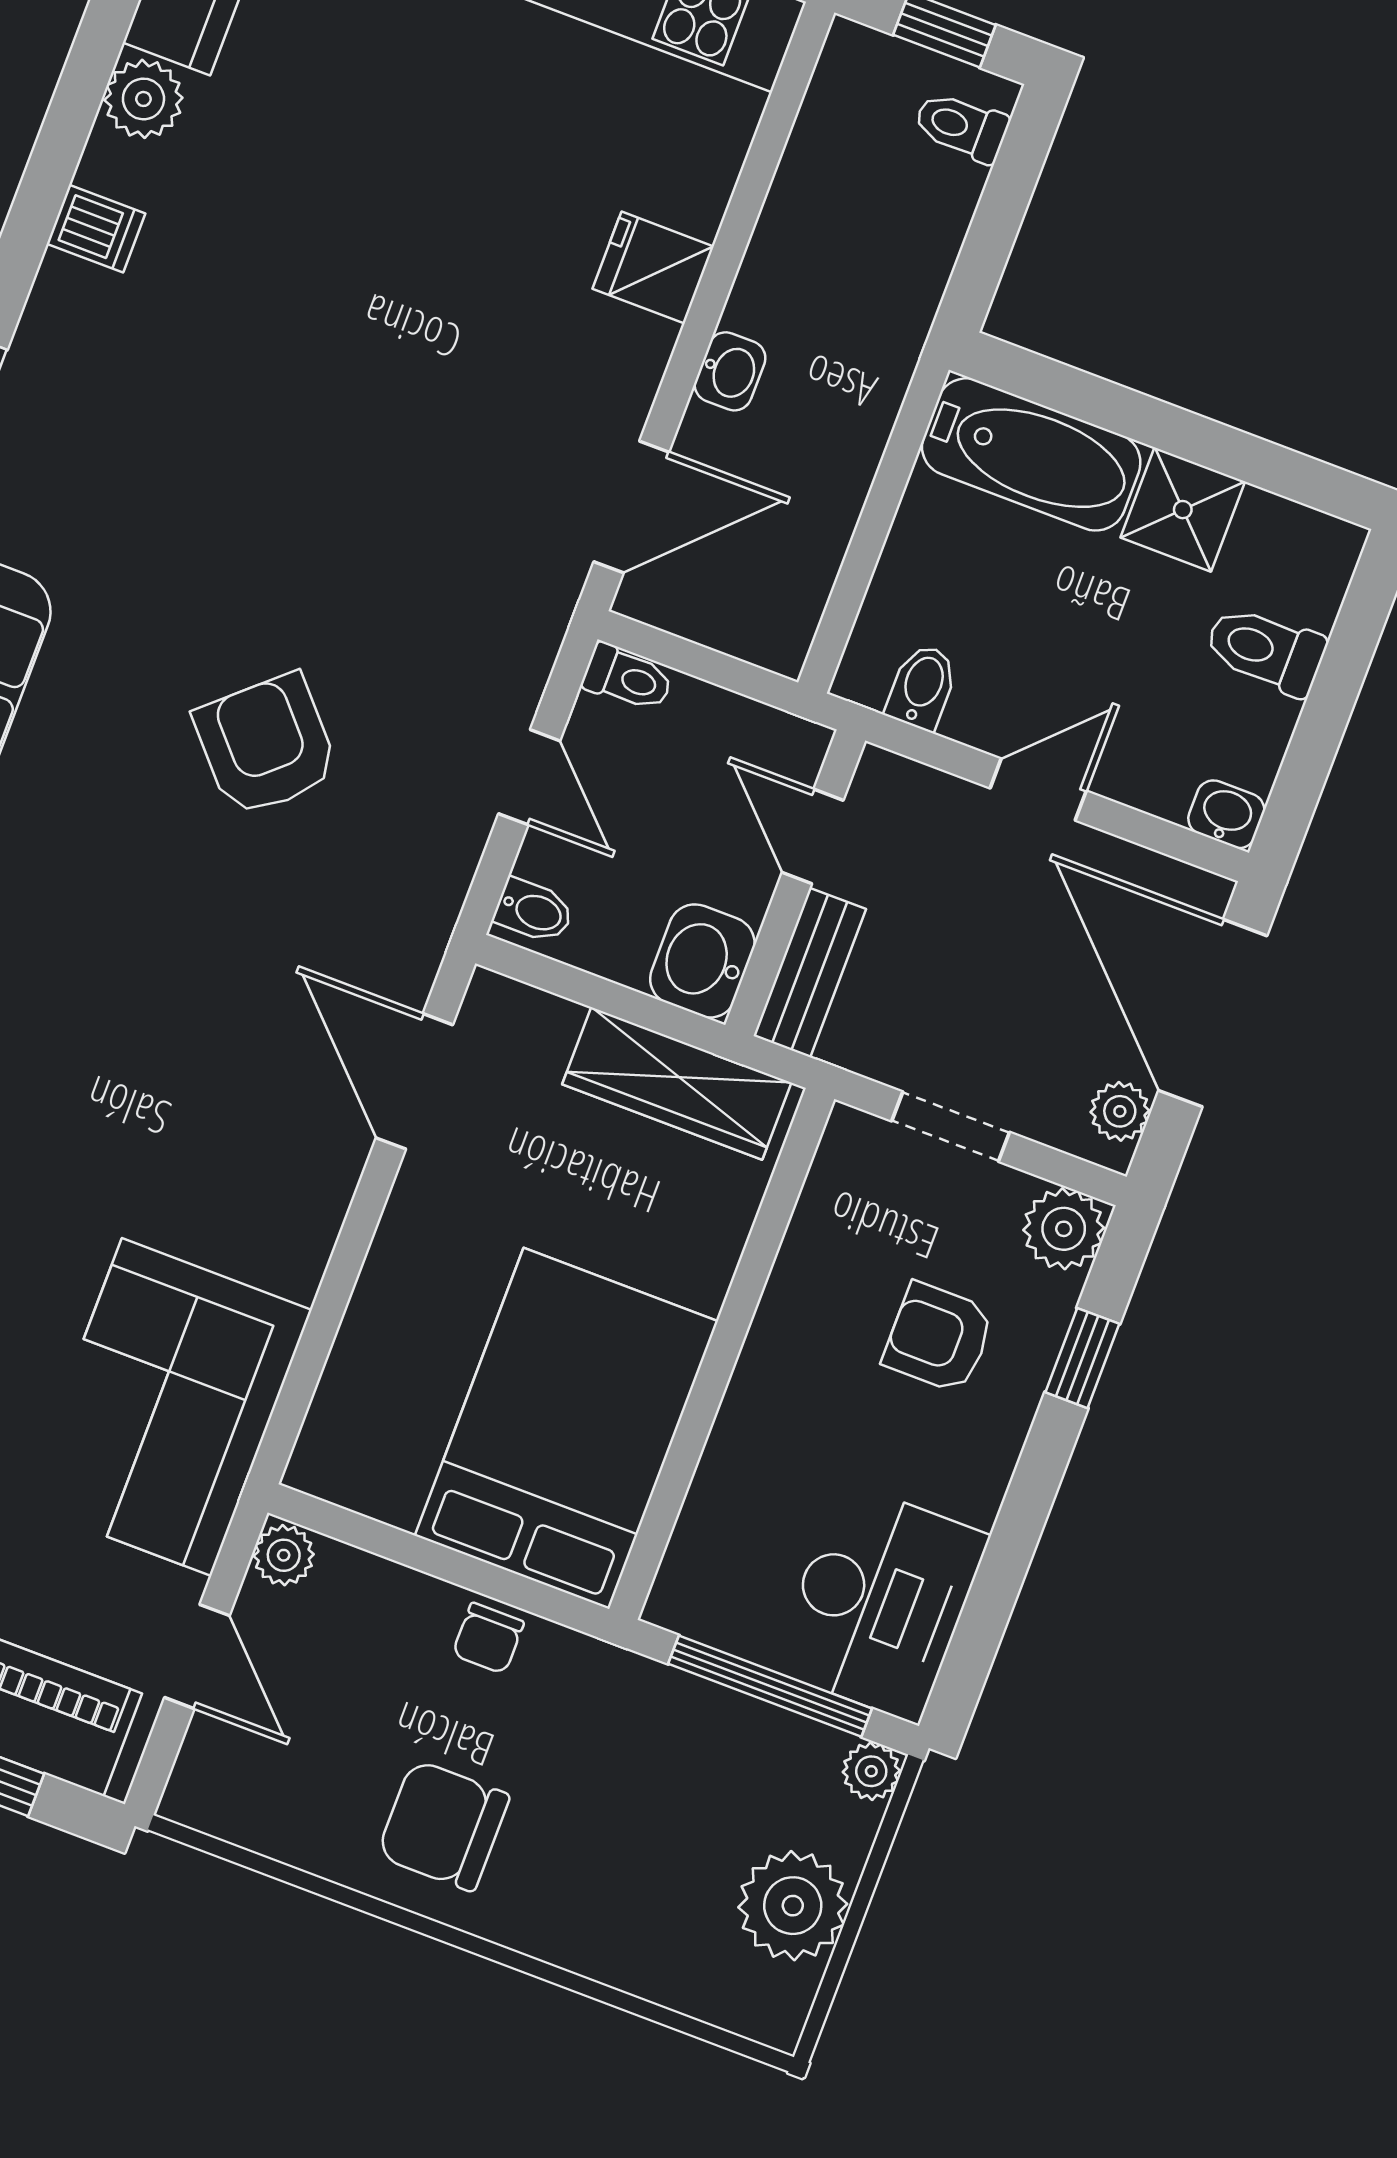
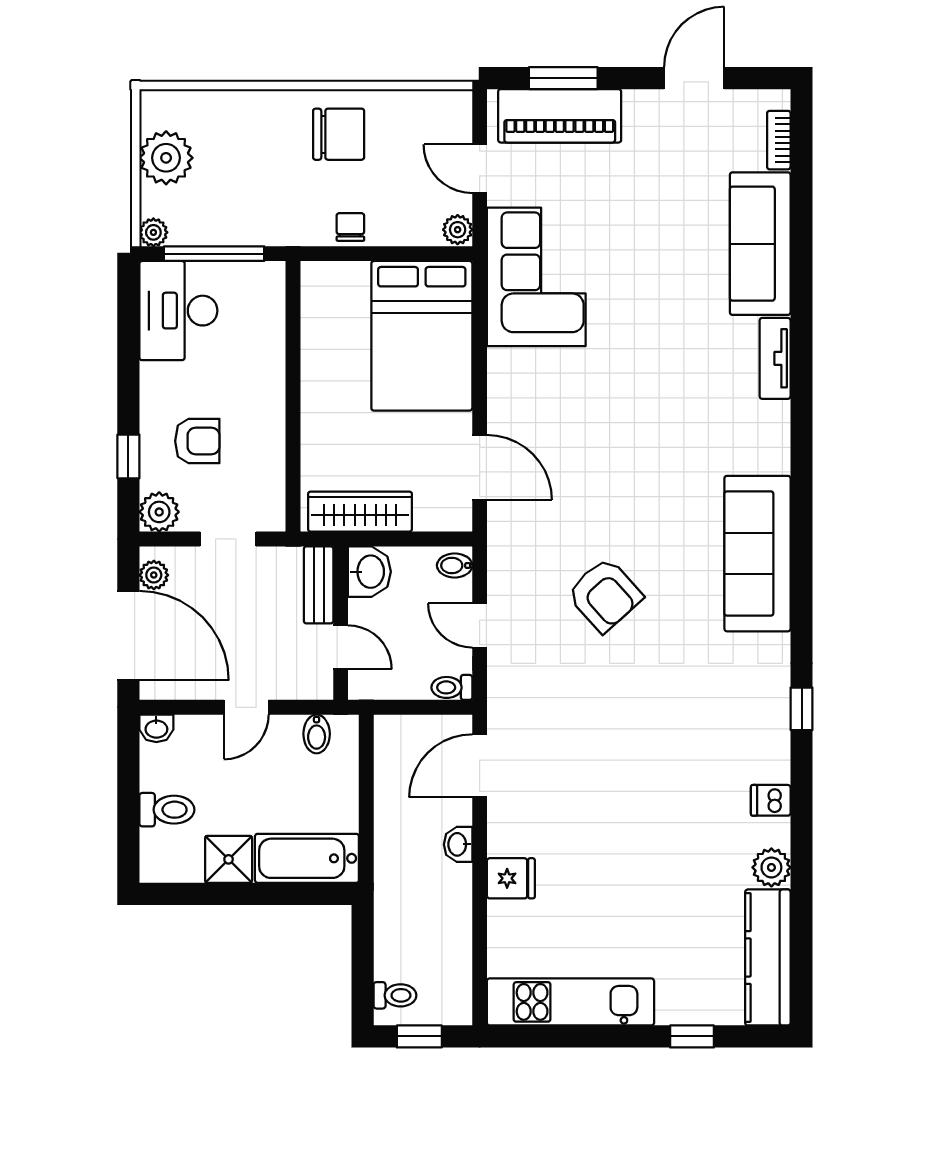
bed: (566, 1428) -> (422, 336), moved

